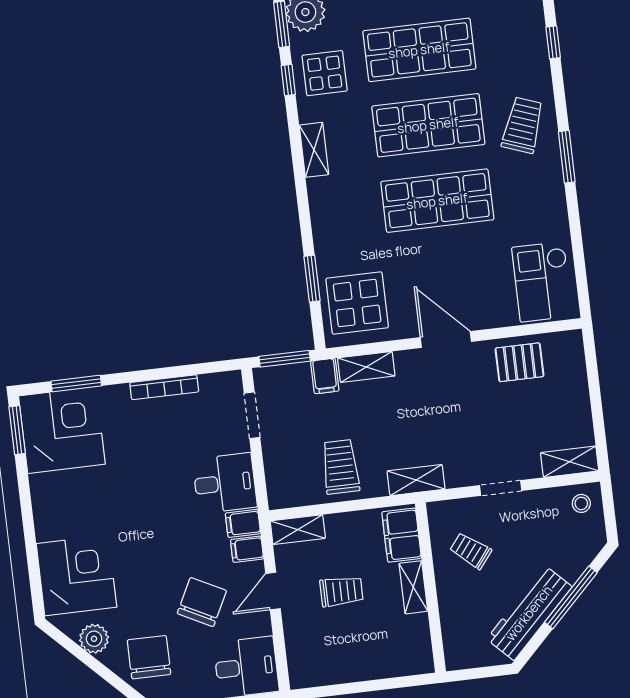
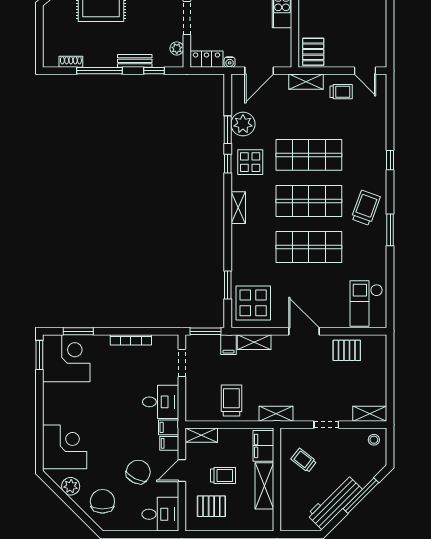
shelving: (413, 587) -> (264, 486), width x1.50, depth x1.33
pallet: (328, 644) -> (211, 506), added

